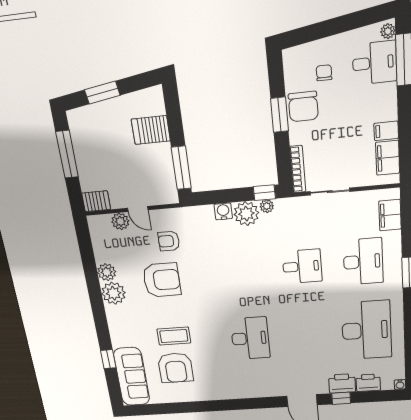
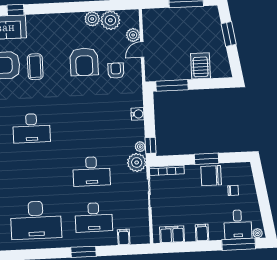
filing cabinet: (386, 131) -> (202, 233), moved
server rack: (96, 201) -> (150, 18), removed
plant: (246, 214) -> (137, 162), moved
filing cabinet: (390, 215) -> (124, 237), width x0.50
desk: (302, 266) -> (91, 171), width x1.37
plant: (114, 293) -> (110, 20), moved

